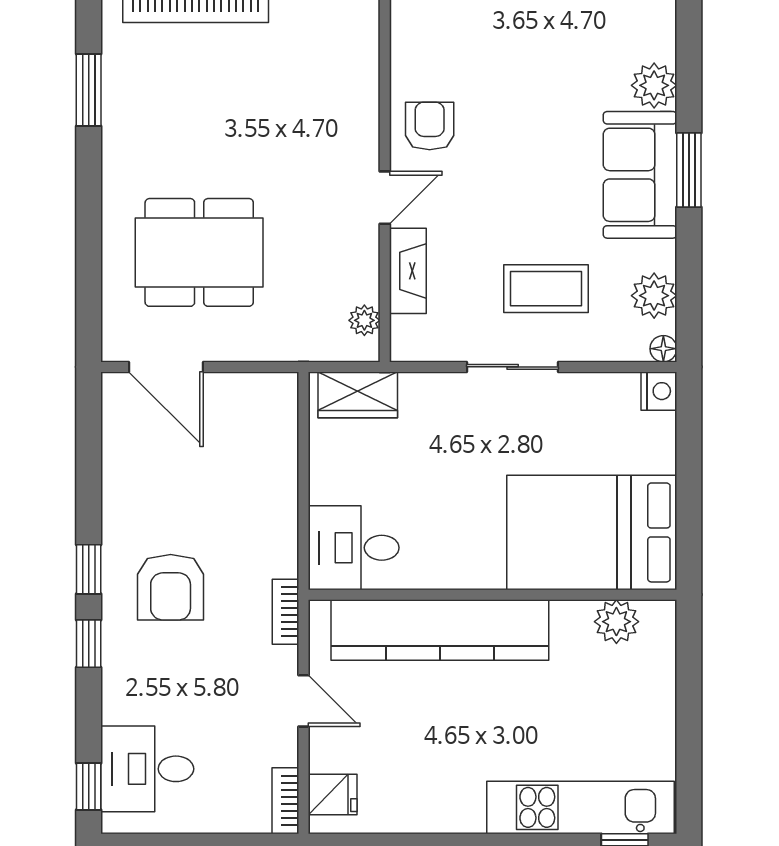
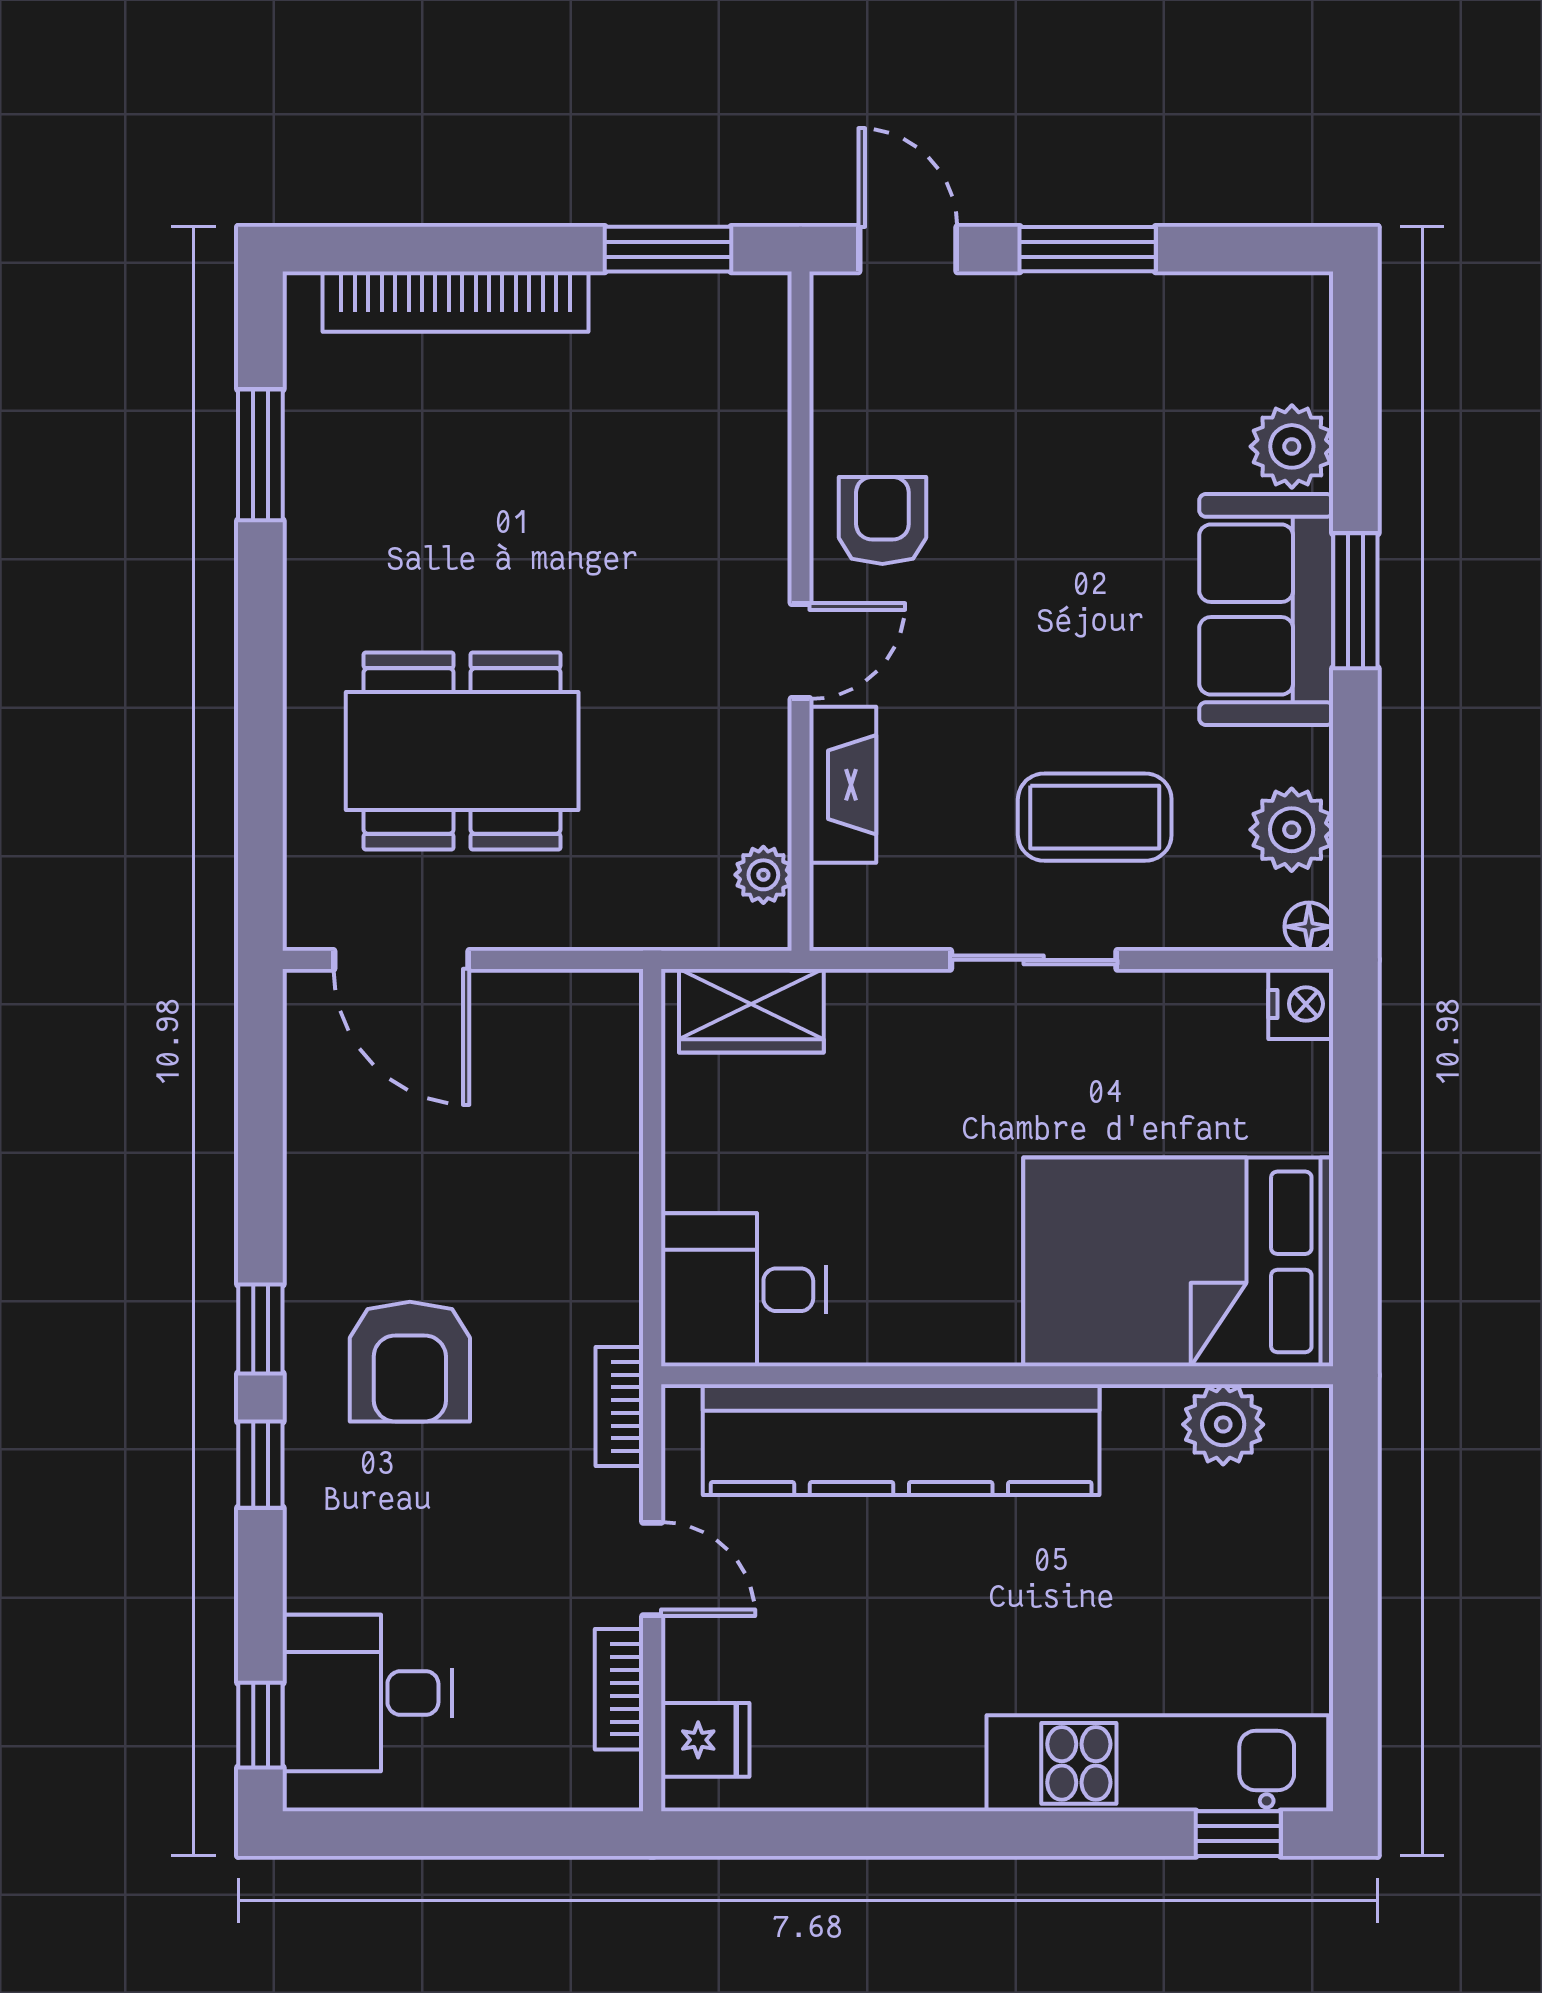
bookcase: (285, 801) -> (619, 1689), moved

